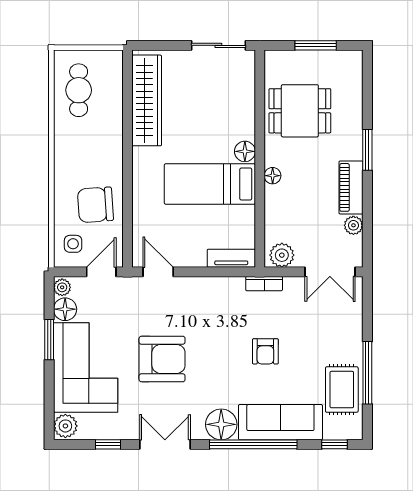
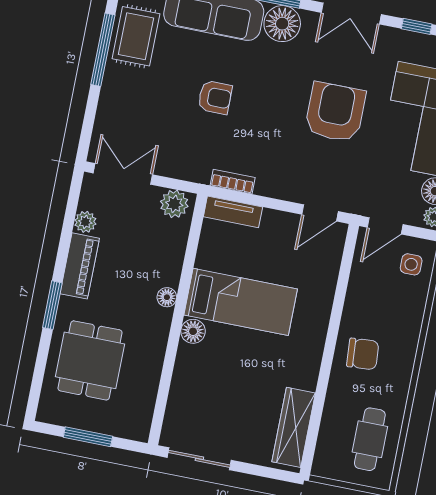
wardrobe: (147, 100) -> (294, 427), width x0.71, depth x0.85
dining table: (300, 111) -> (90, 360), moved, turned 90
chair: (95, 205) -> (363, 354), moved, width x0.73, depth x0.73
door: (158, 272) -> (320, 213), hinge flipped
bookcase: (264, 284) -> (233, 182), moved
armchair: (265, 351) -> (215, 97), turned 90
armchair: (162, 359) -> (335, 112), turned 90

